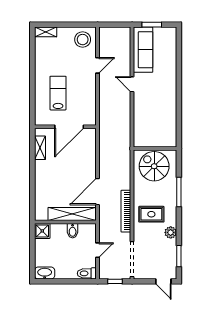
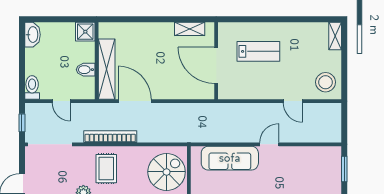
sofa: (143, 50) -> (230, 158), moved

